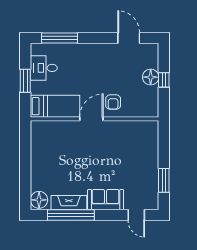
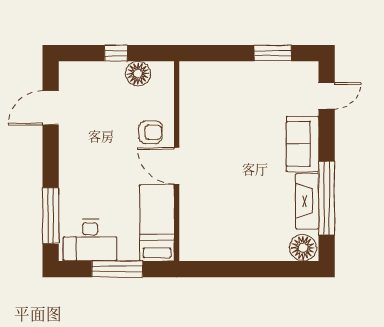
desk: (44, 68) -> (90, 240), width x1.37
floor lamp: (151, 77) -> (138, 74), moved
window: (25, 81) -> (117, 269), width x1.44

